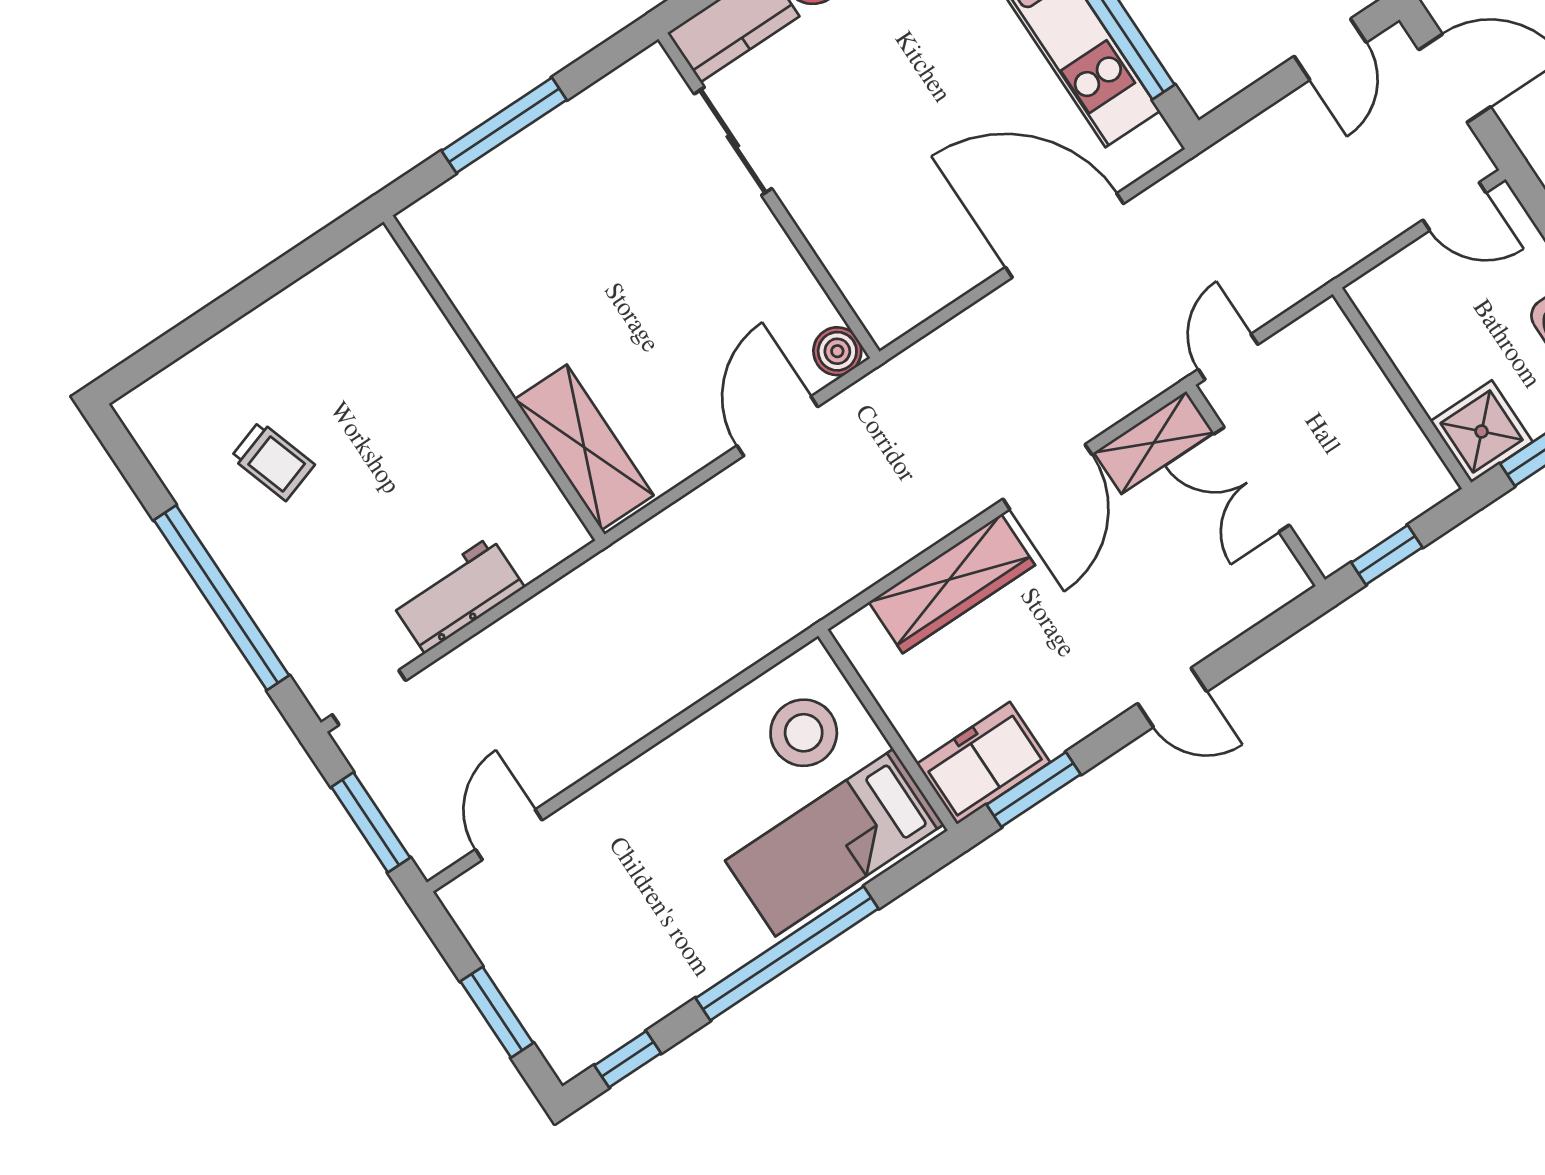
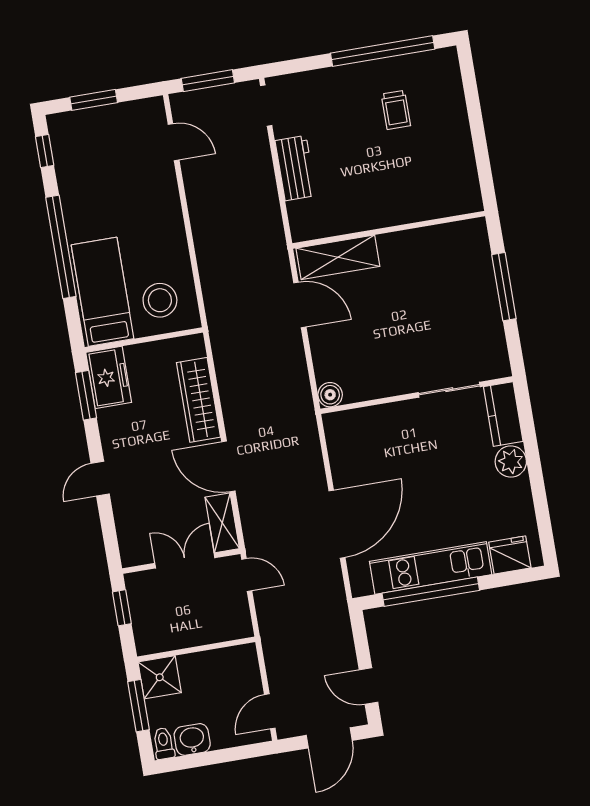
door: (777, 426) -> (300, 305), moved
trolley: (273, 461) -> (396, 110), turned -72
window: (221, 598) -> (383, 51), moved

